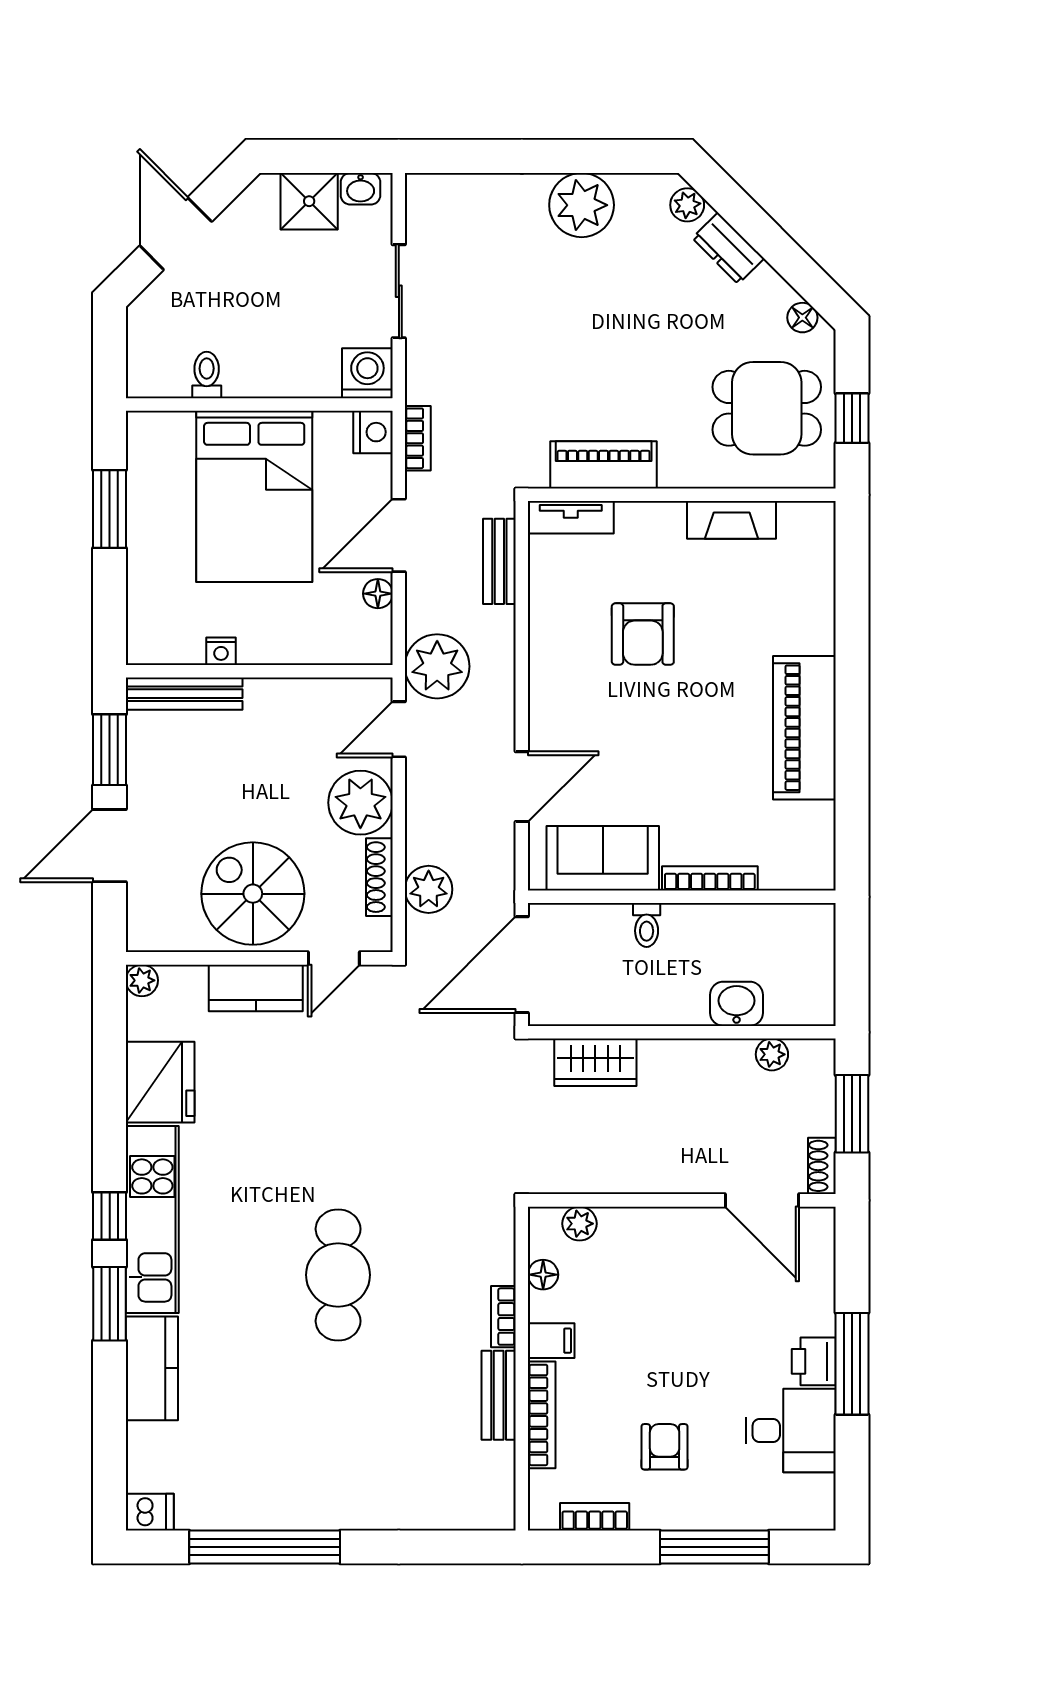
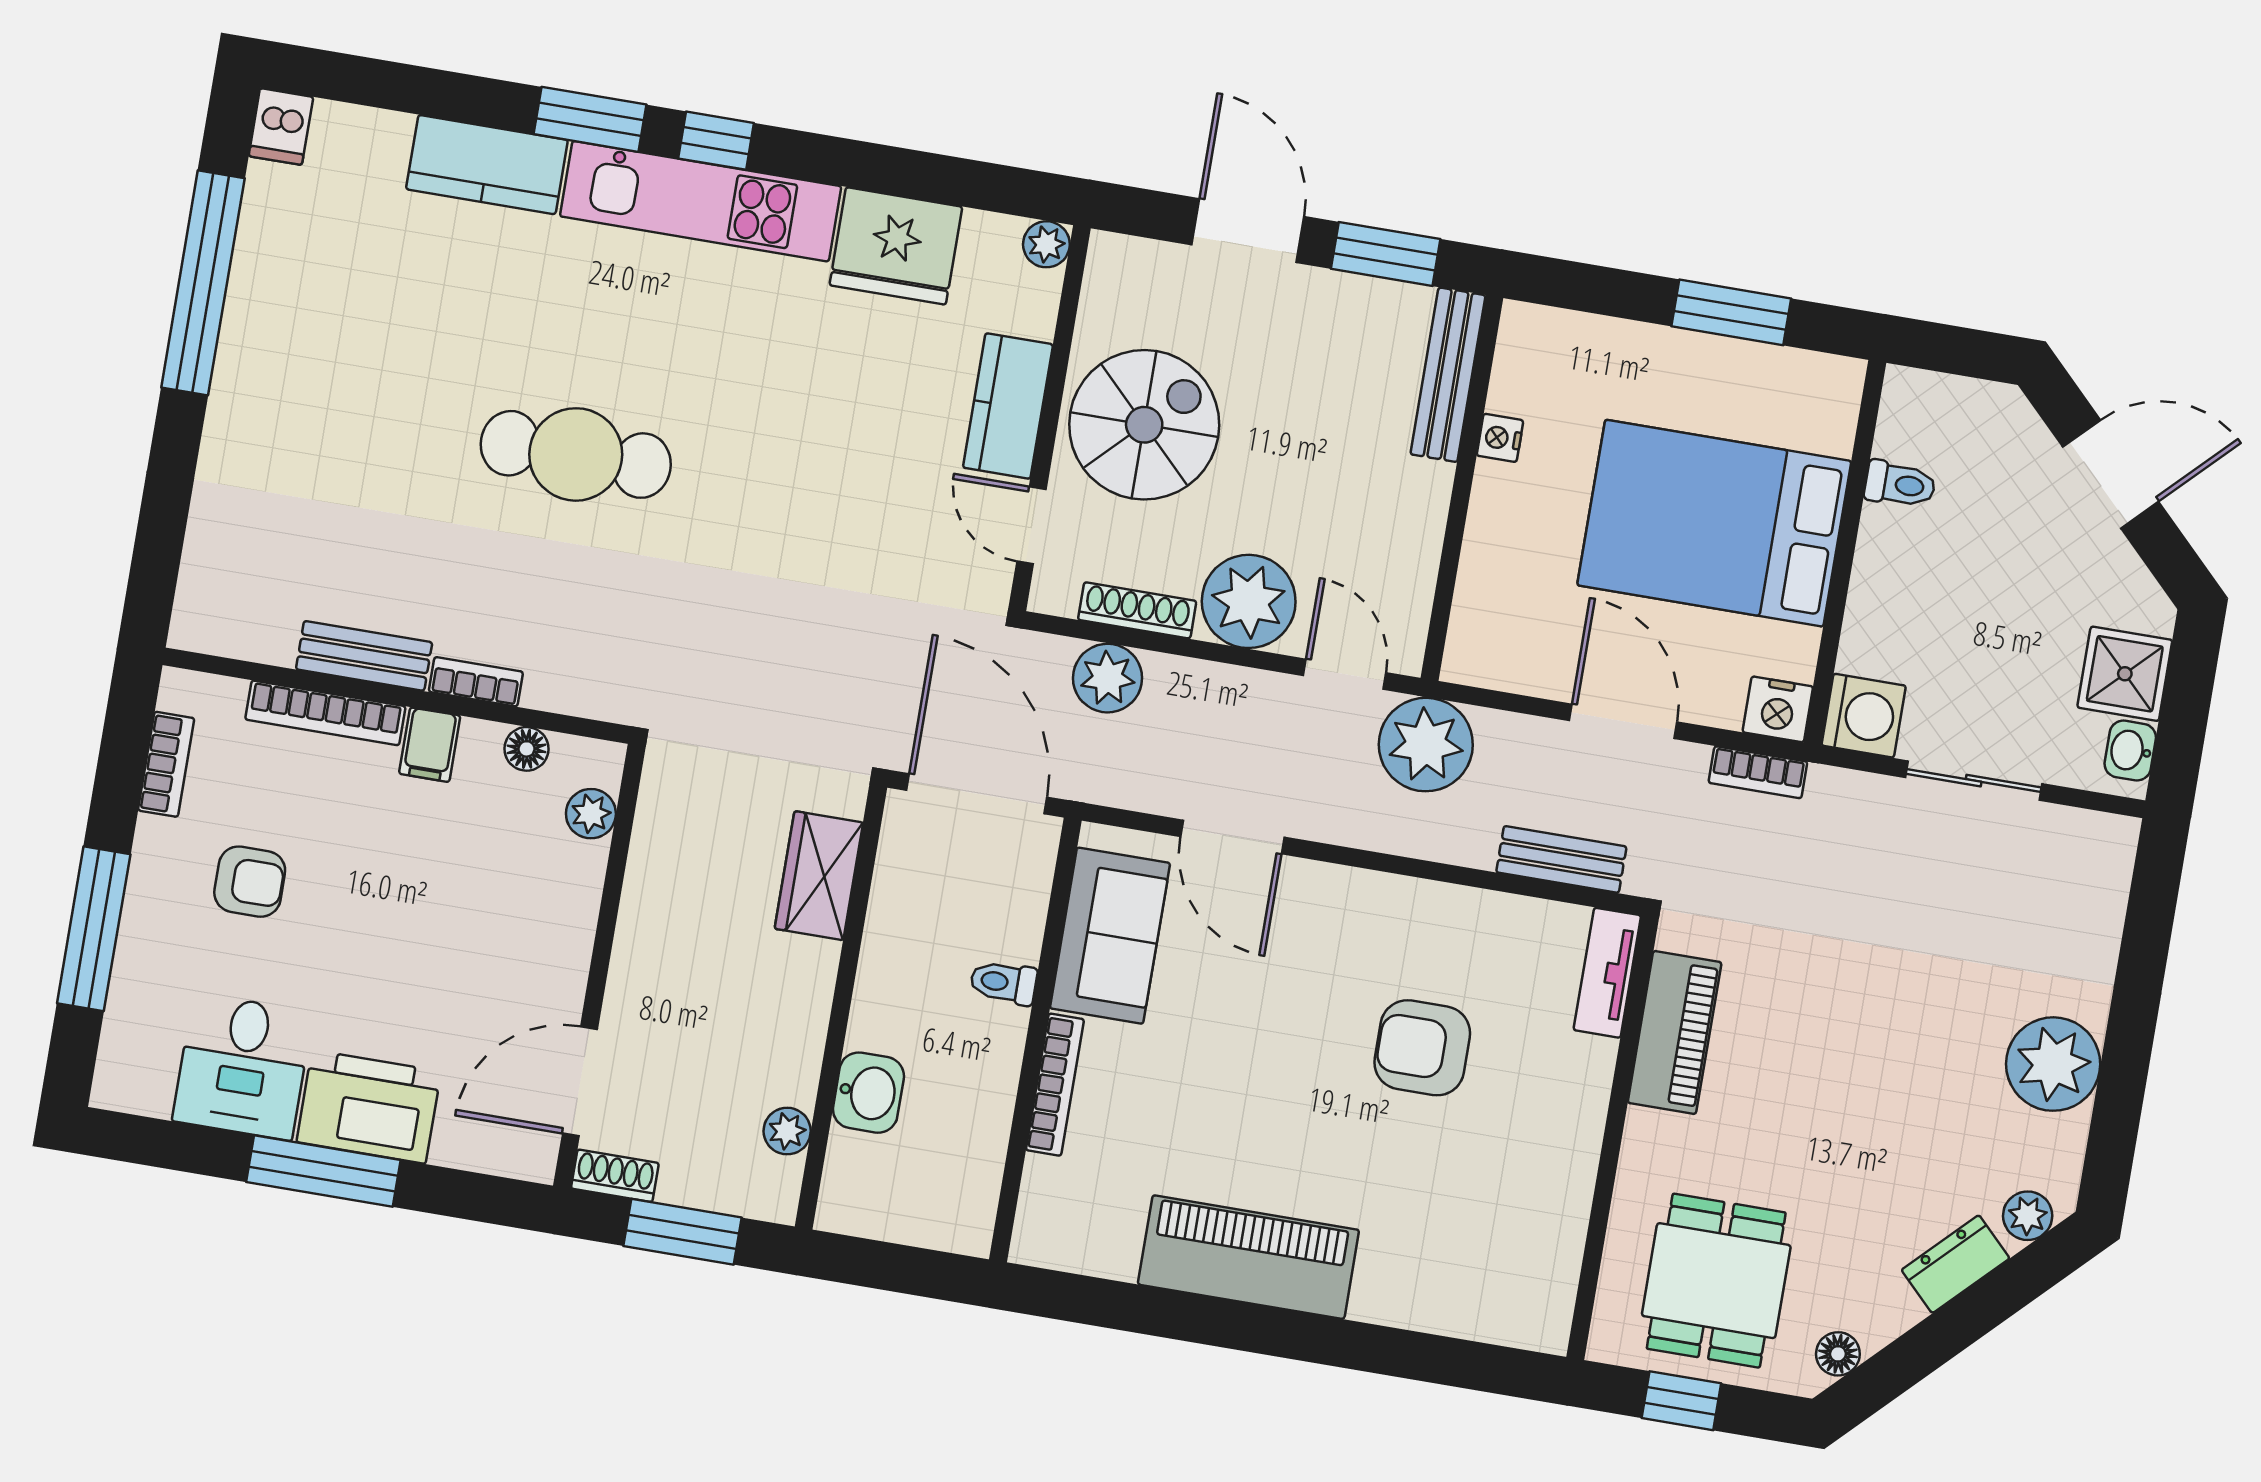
fireplace: (732, 520) -> (1564, 1203), removed
floor lamp: (378, 594) -> (1545, 677), removed
printer: (814, 1361) -> (369, 1107), width x1.87, depth x1.48

